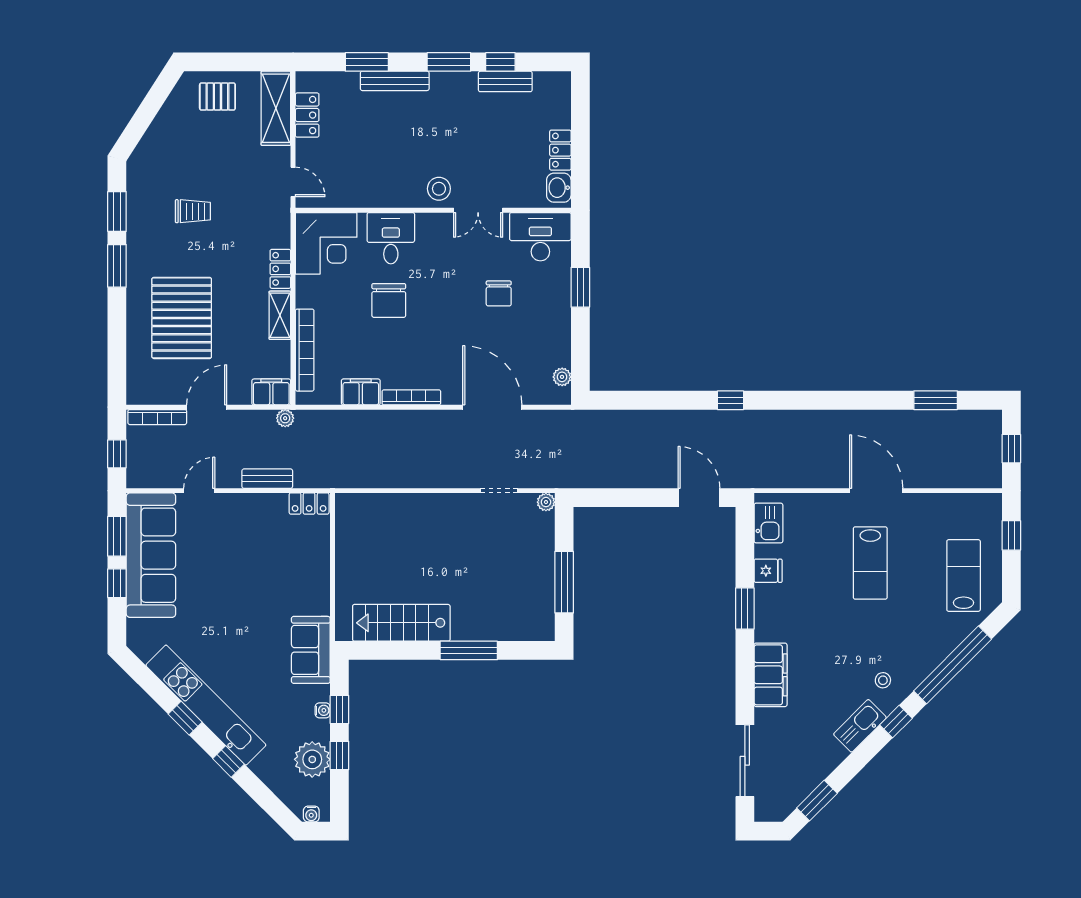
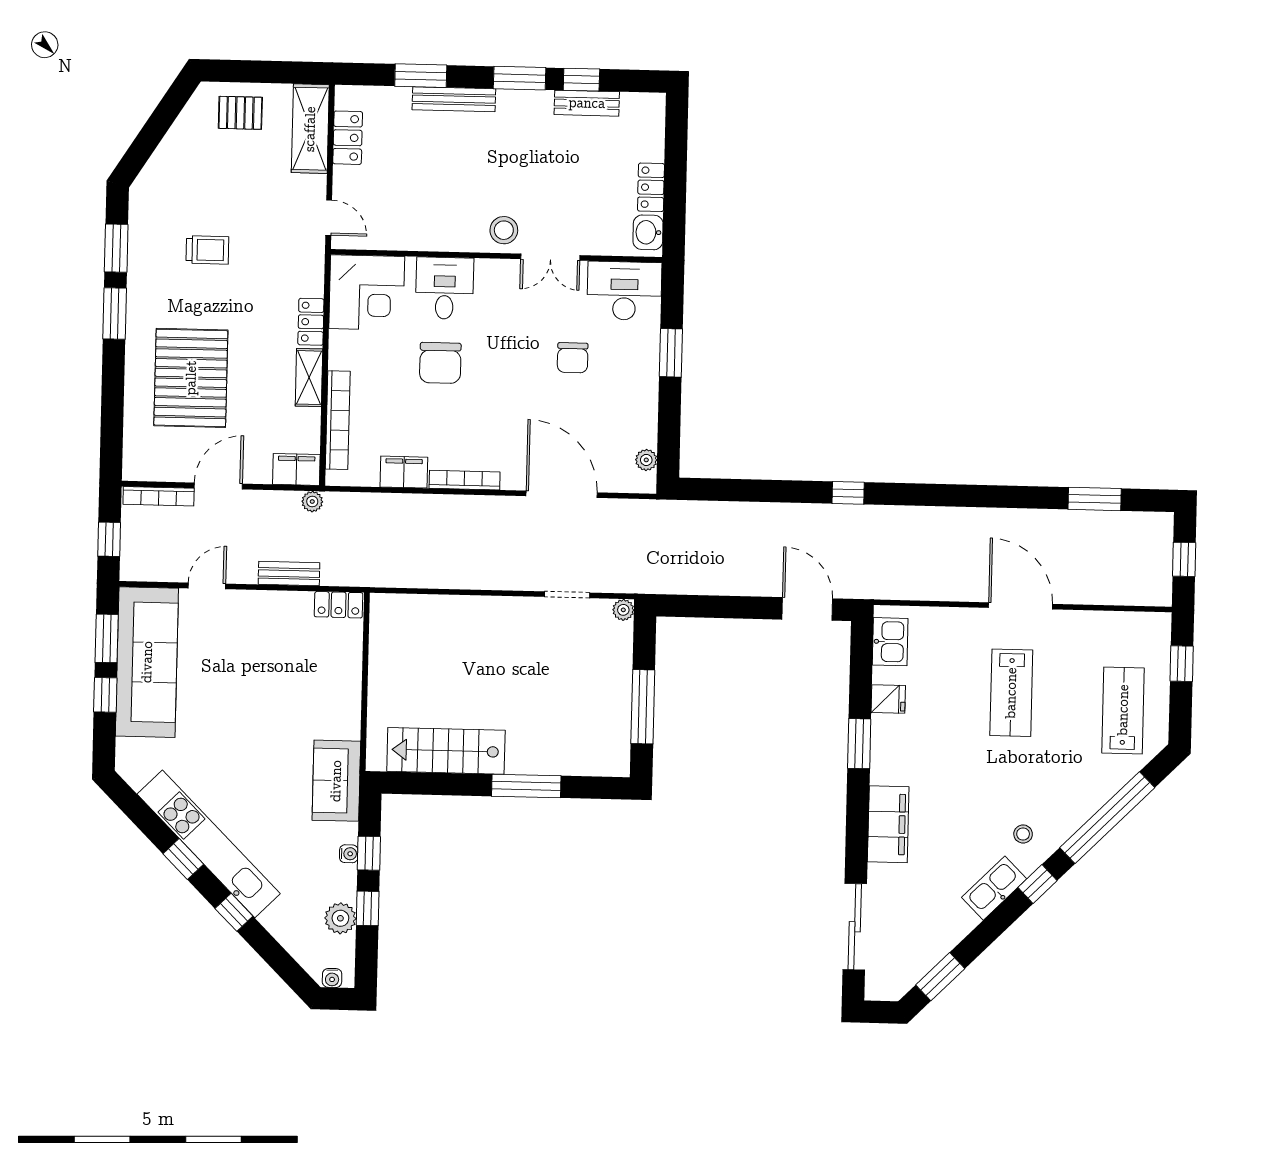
plant: (312, 759) -> (340, 918), width x0.73, depth x0.73

